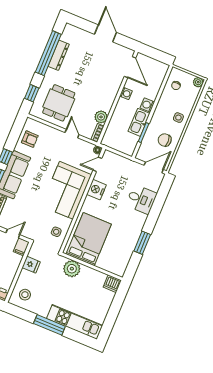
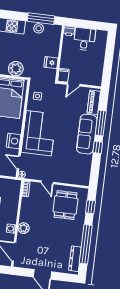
dresser: (59, 55) -> (75, 259), moved
plant: (101, 117) -> (24, 228), moved
armchair: (30, 139) -> (81, 168), removed
door: (97, 164) -> (19, 162), swing flipped
stool: (25, 295) -> (39, 28), moved
window: (49, 325) -> (41, 19), moved

